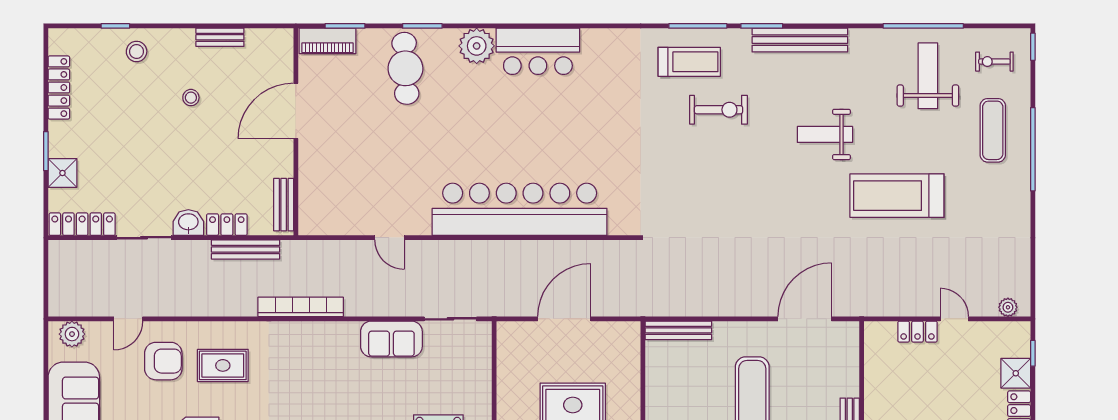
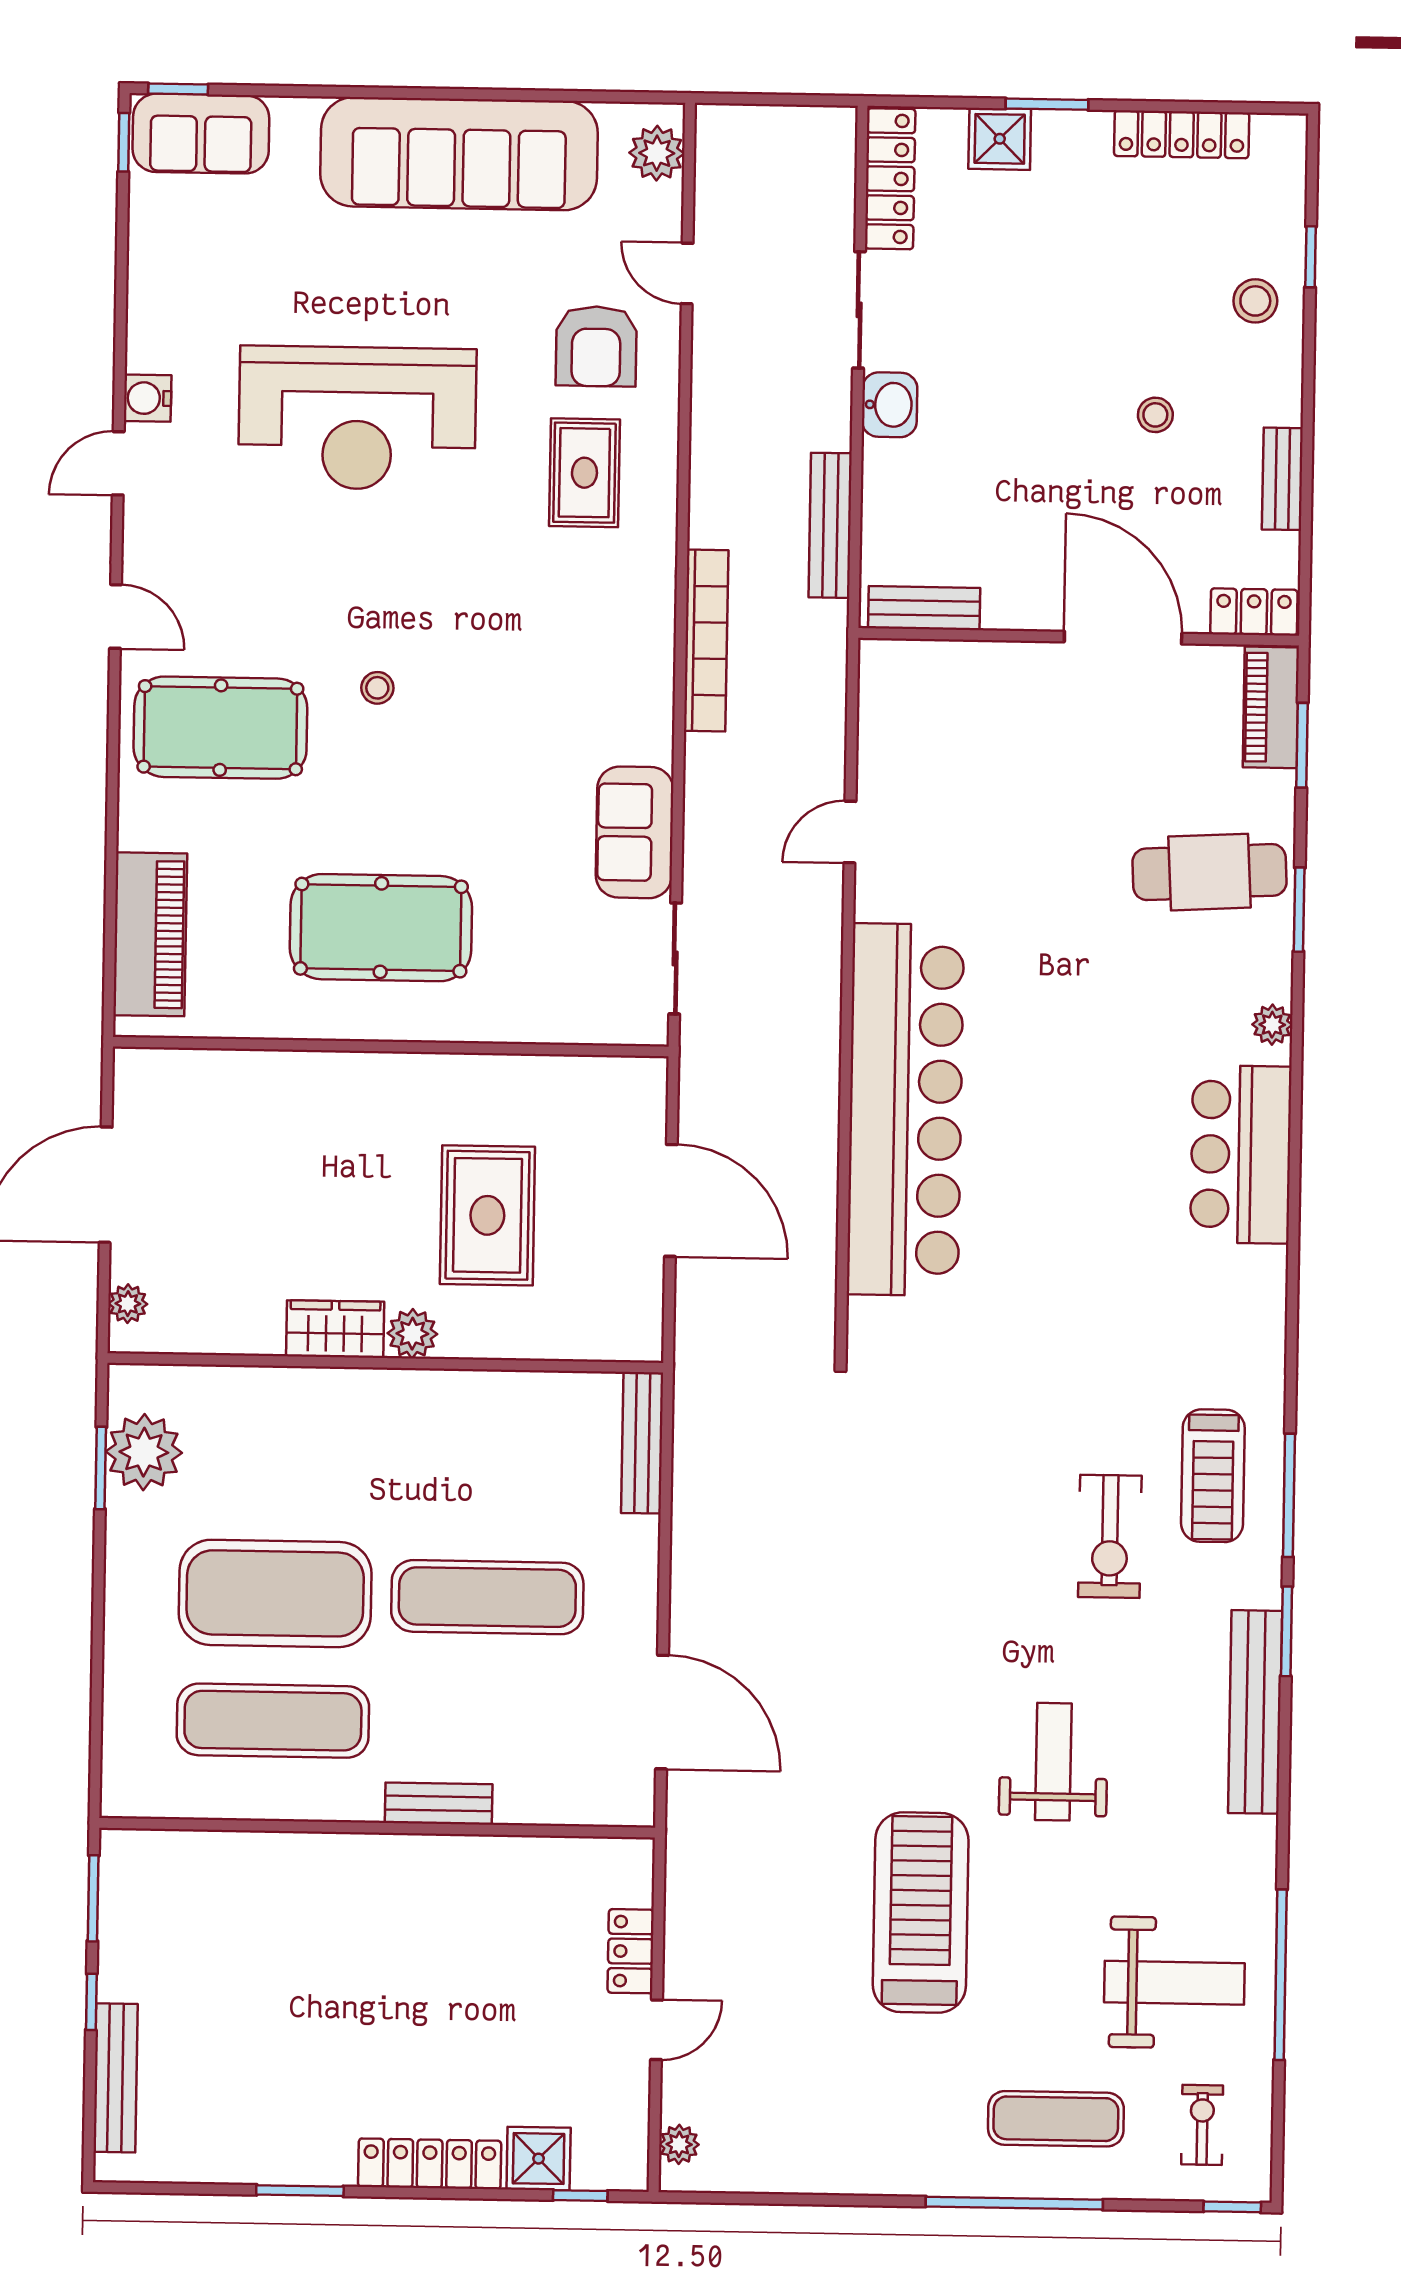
plant: (477, 46) -> (1272, 1025), width x0.53, depth x0.53
locker: (227, 225) -> (1254, 612), moved, turned -90

